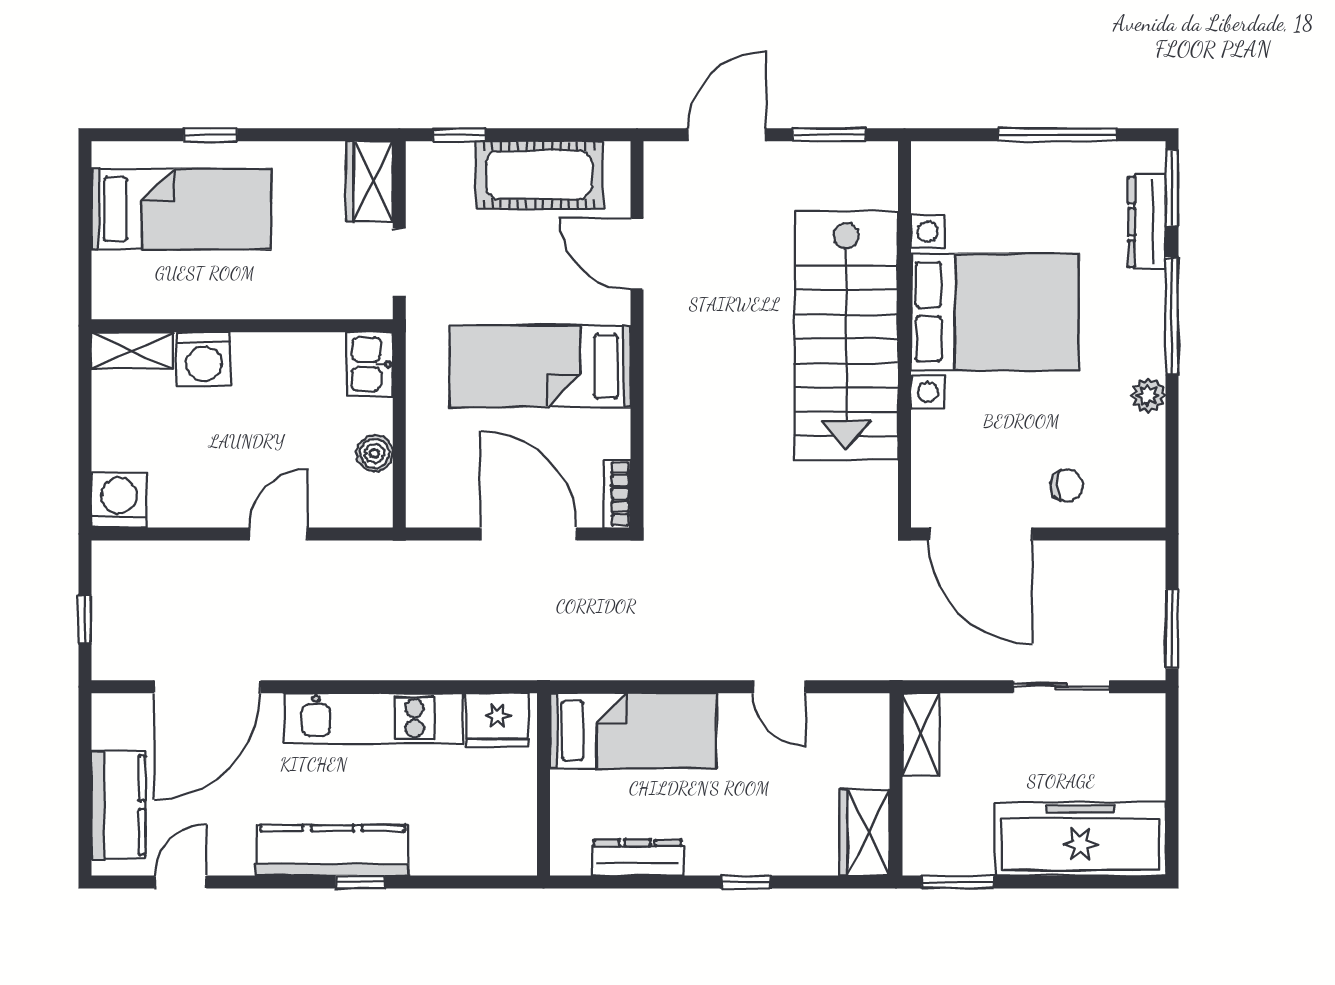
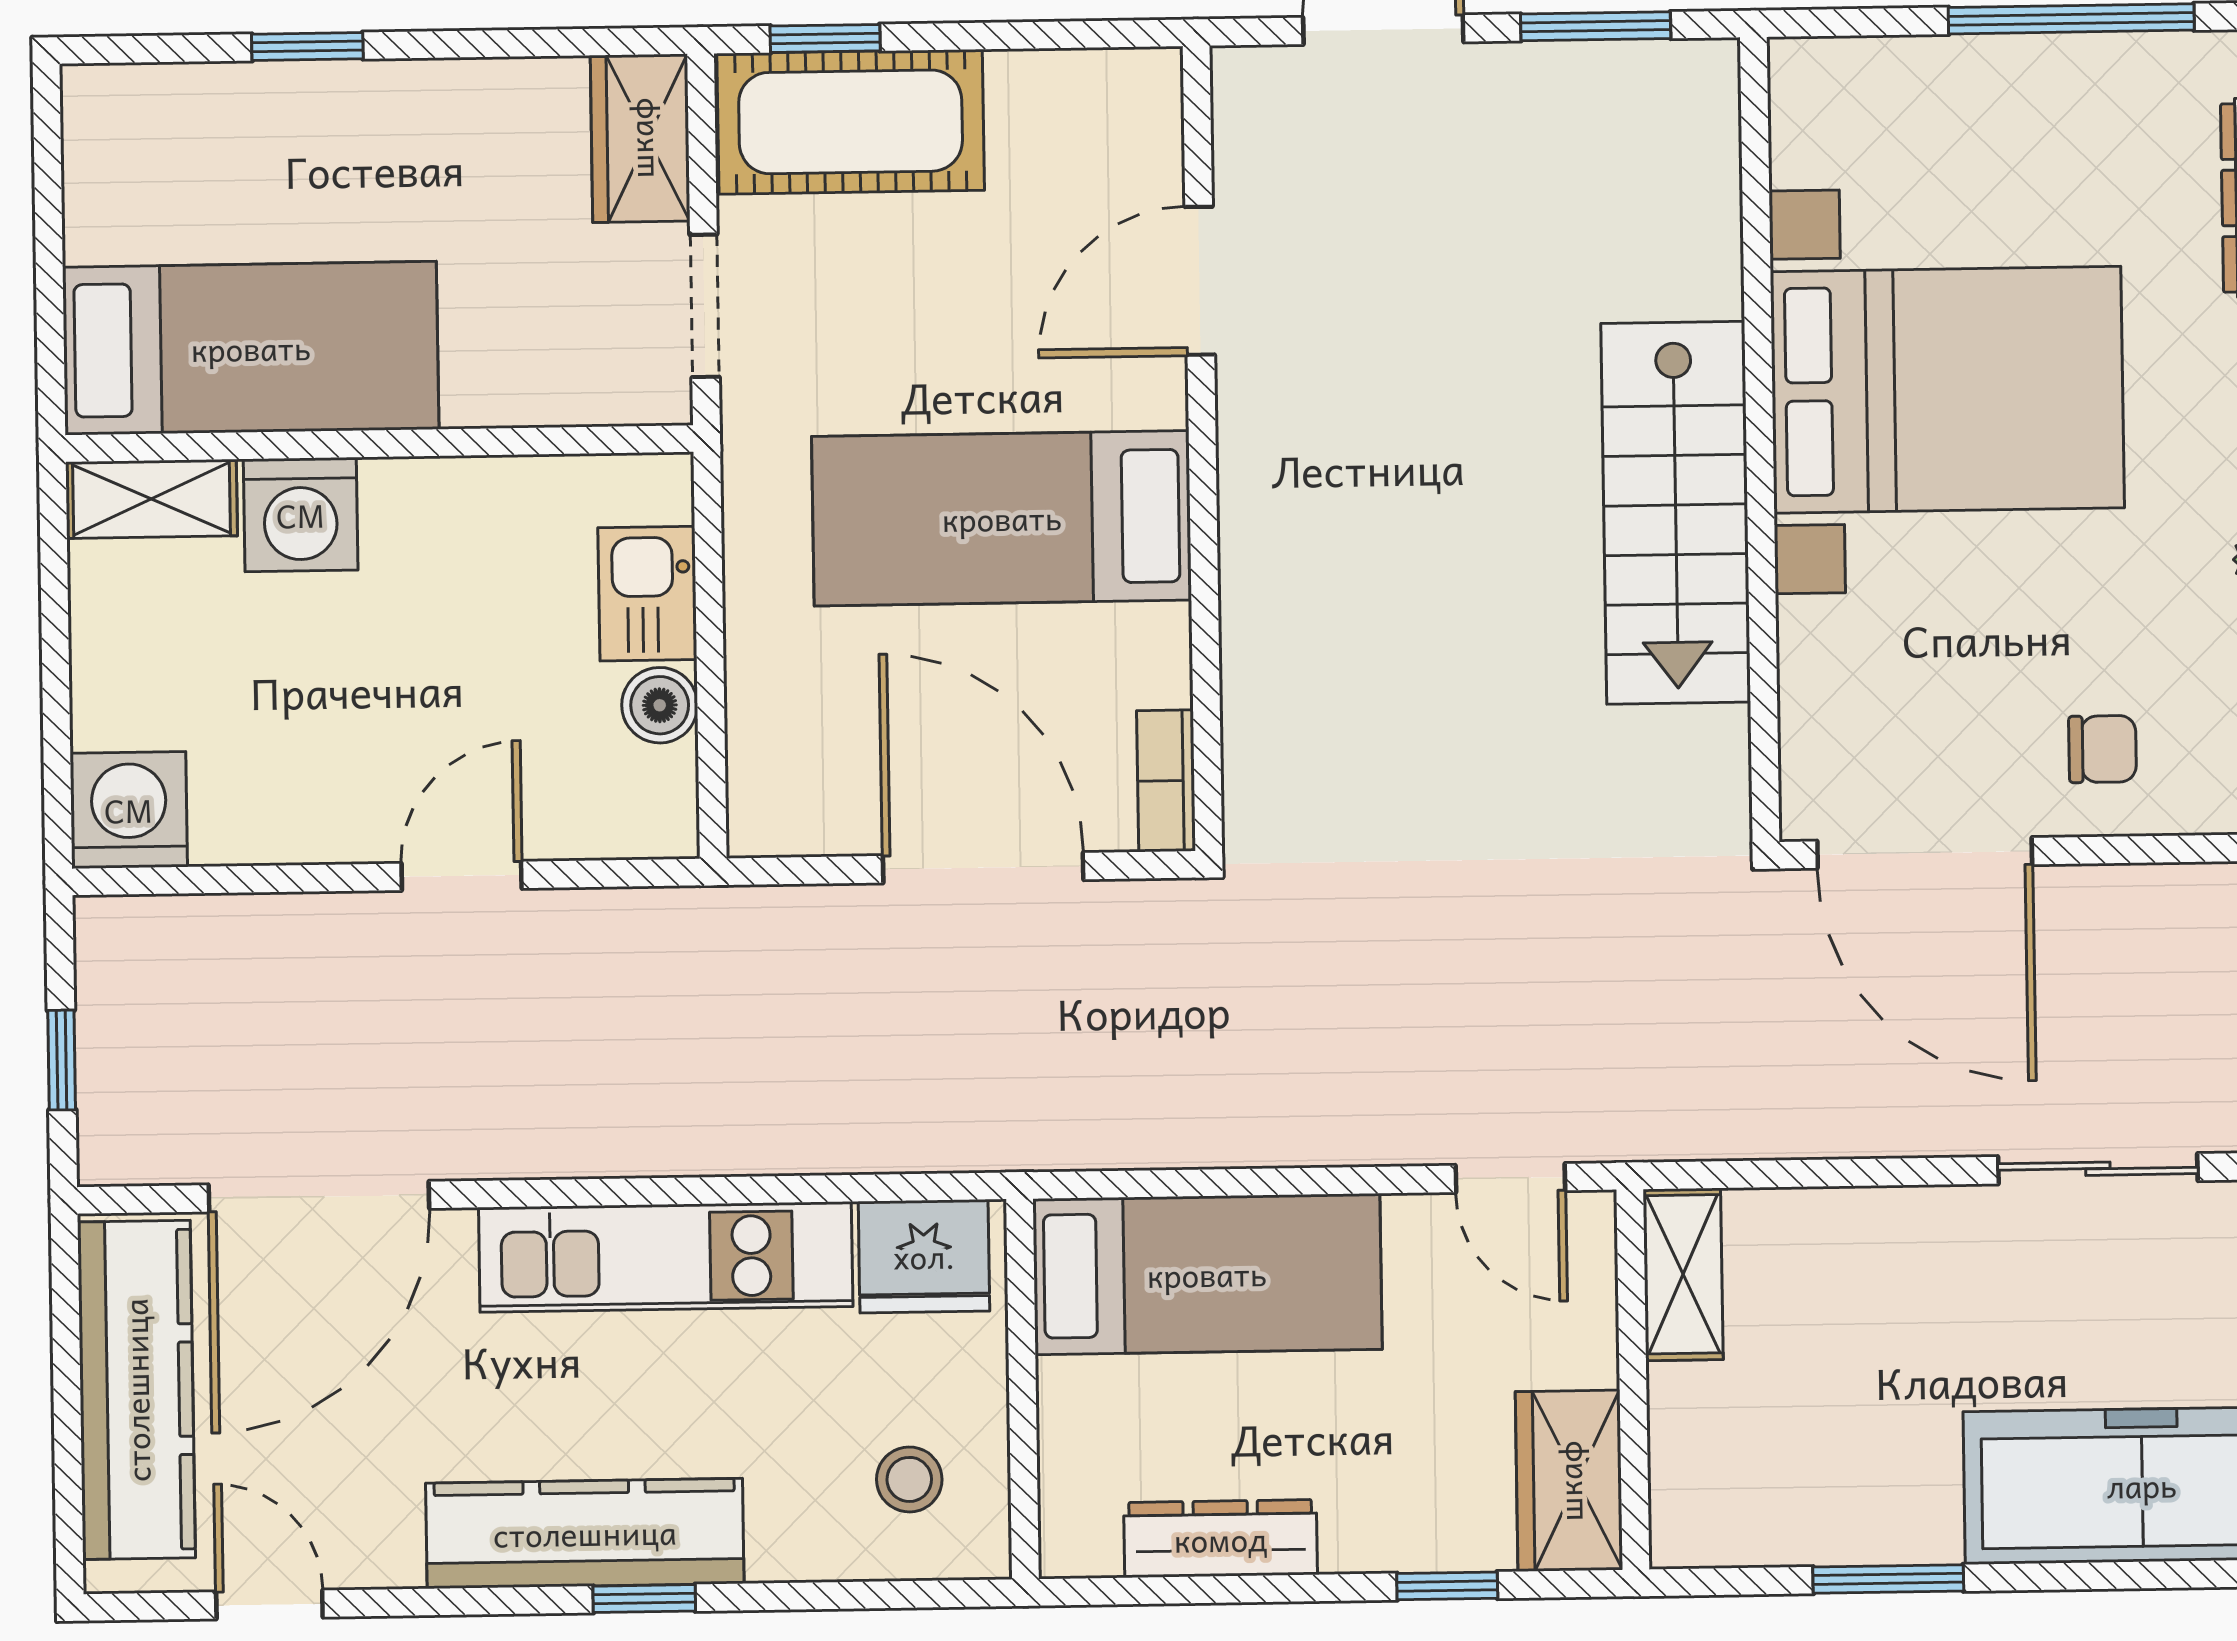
cot: (539, 175) -> (851, 122), moved
bed: (181, 209) -> (251, 348), moved
door: (637, 254) -> (1200, 281), hinge flipped
stairs: (846, 336) -> (1676, 513), width x0.73, depth x0.66
kitchen sink: (370, 364) -> (647, 594), moved
shelving: (921, 734) -> (1683, 1274), moved
wall: (896, 784) -> (1633, 1379), moved
kitchen counter: (118, 805) -> (136, 1390), width x1.50
stool: (489, 827) -> (909, 1479), added
wardrobe: (865, 833) -> (1569, 1481), moved
door: (181, 882) -> (269, 1604), hinge flipped

